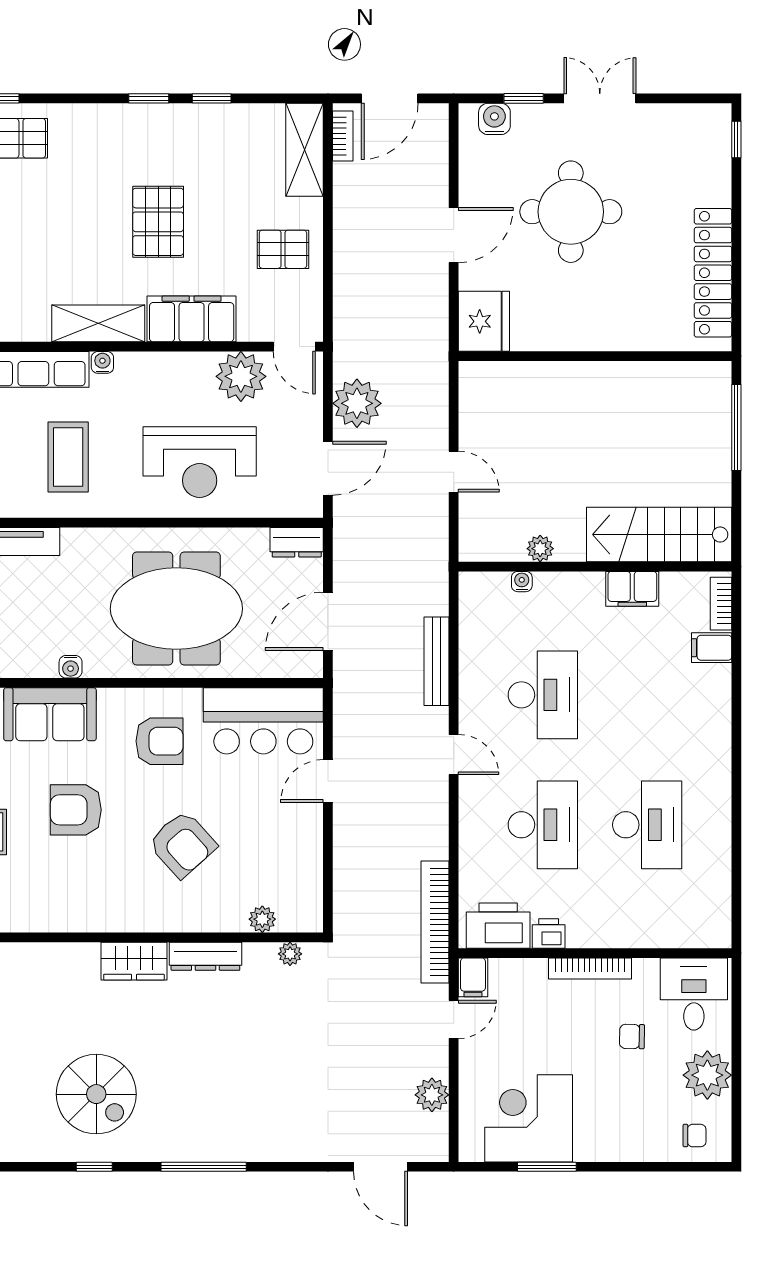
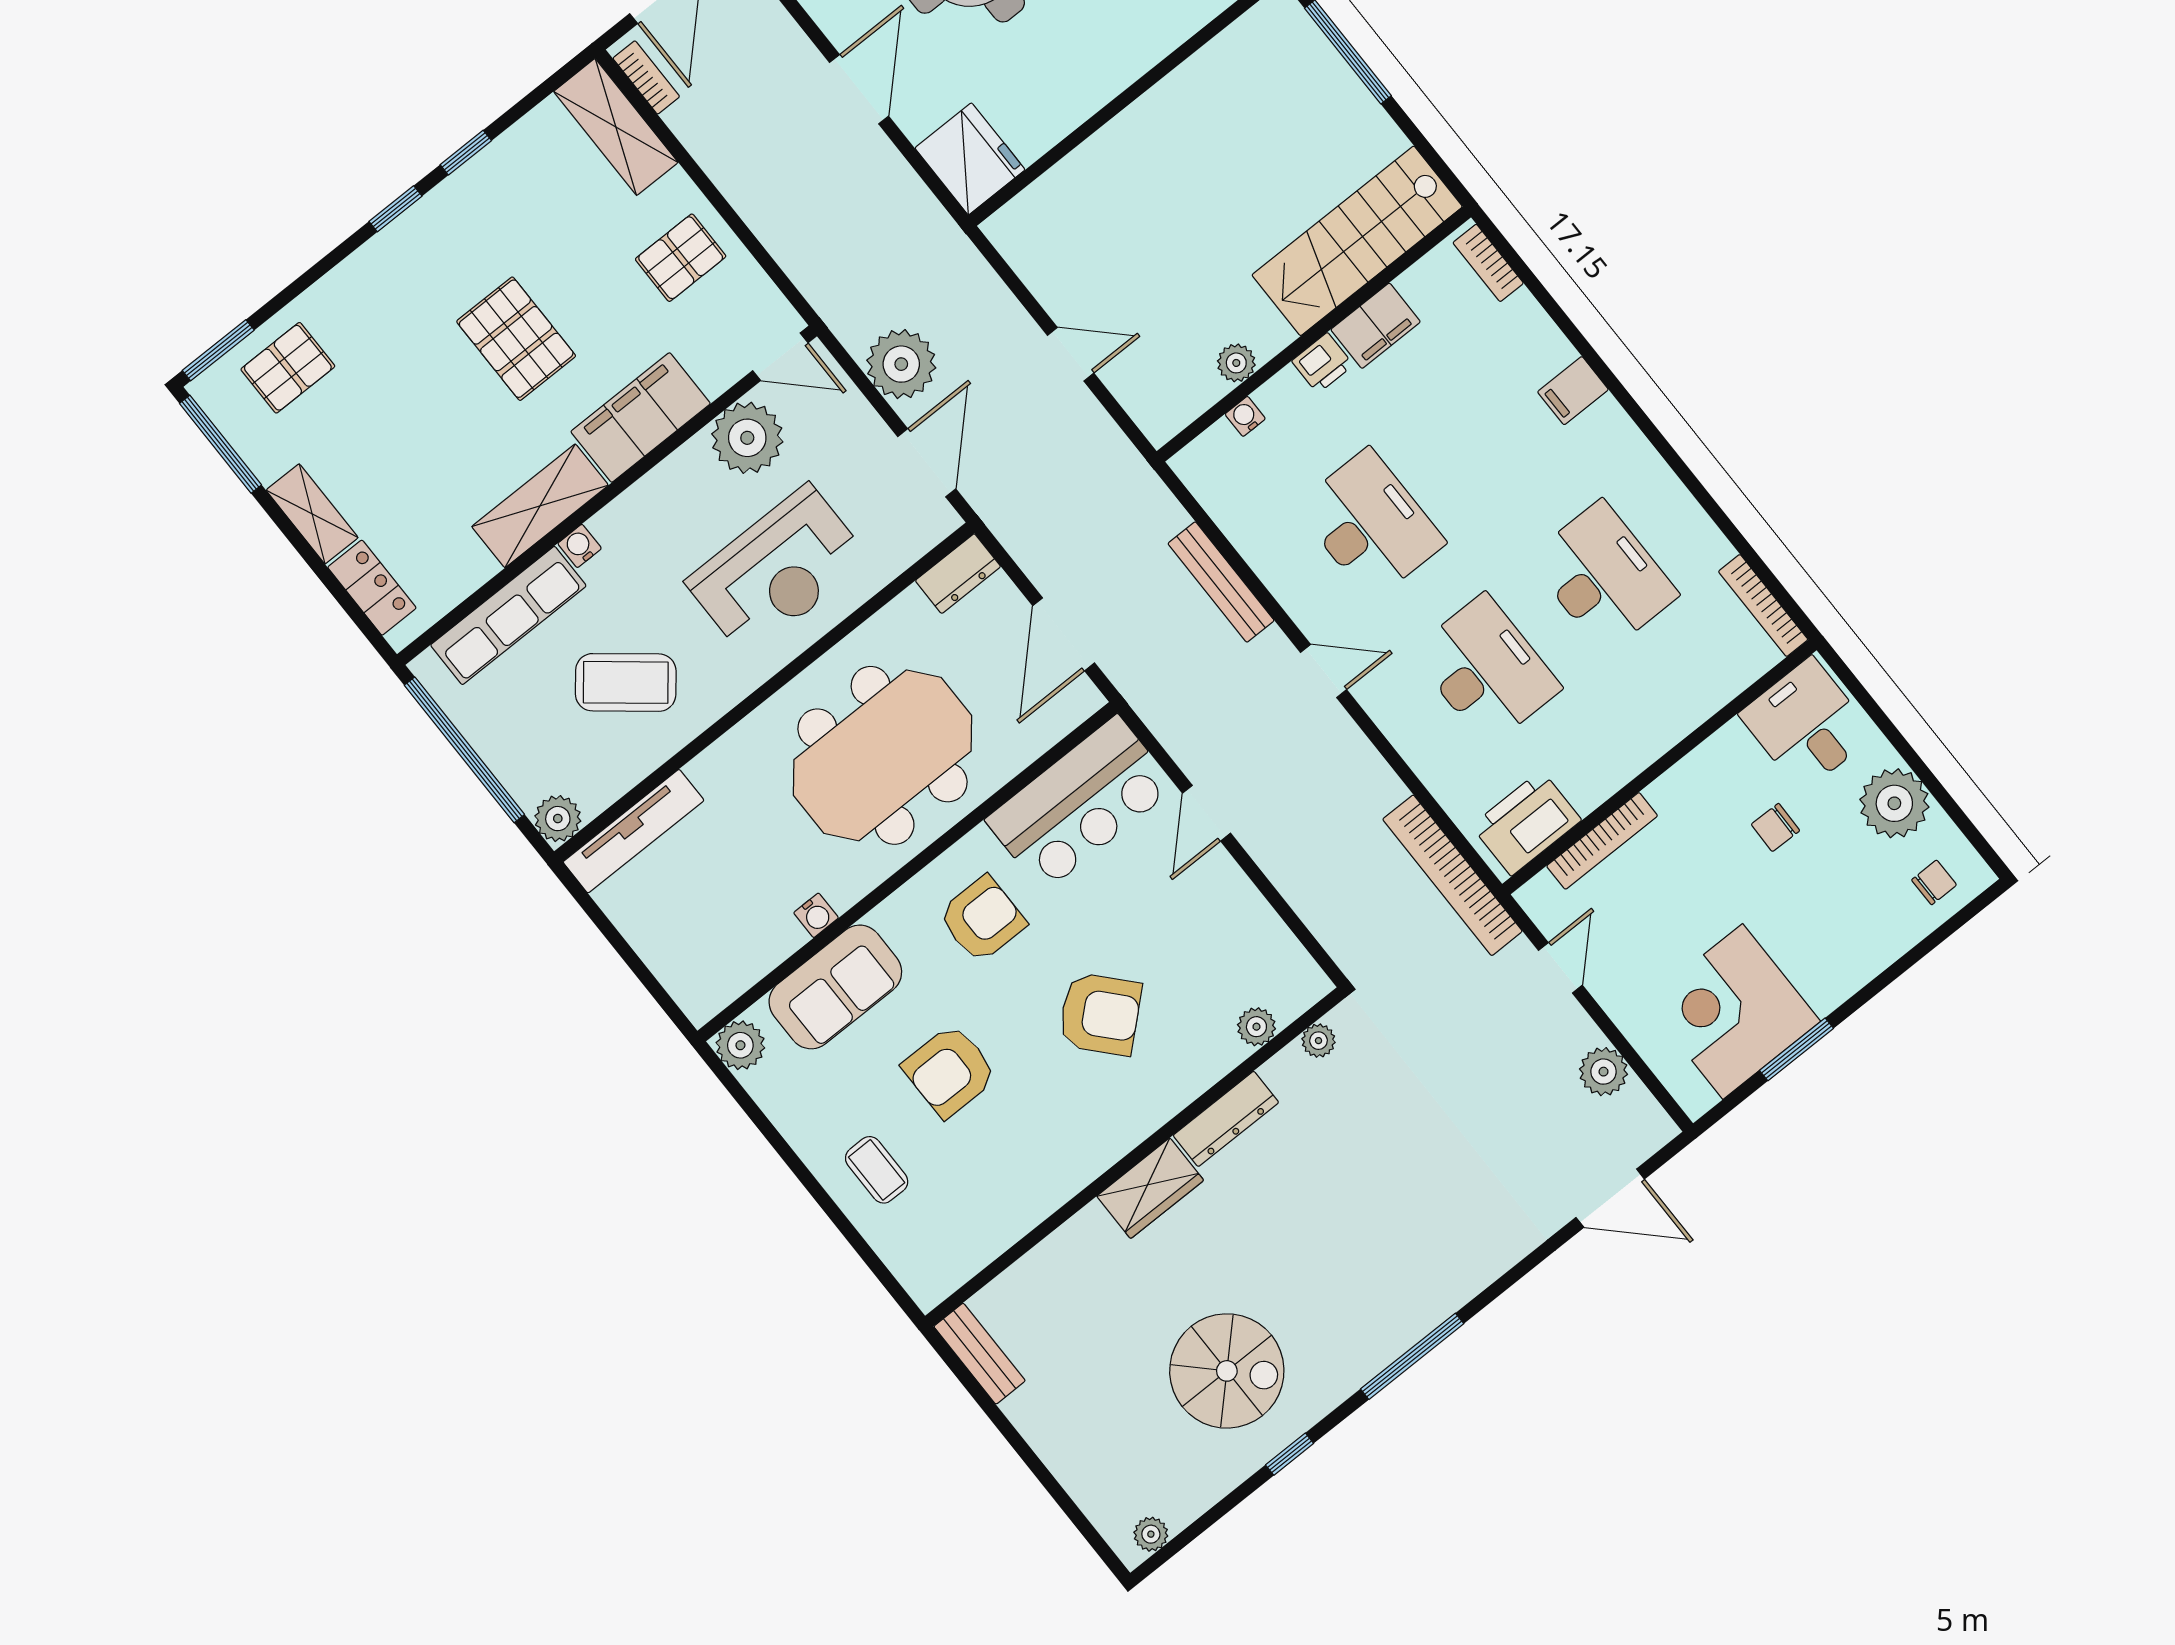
coffee table: (68, 457) -> (626, 682), turned -51
filing cabinet: (712, 648) -> (1573, 391), moved
bookcase: (722, 910) -> (1763, 605), added
printer: (549, 934) -> (1323, 363), moved, turned 180
bookcase: (590, 968) -> (1602, 841), moved
filing cabinet: (473, 977) -> (1544, 903), removed

